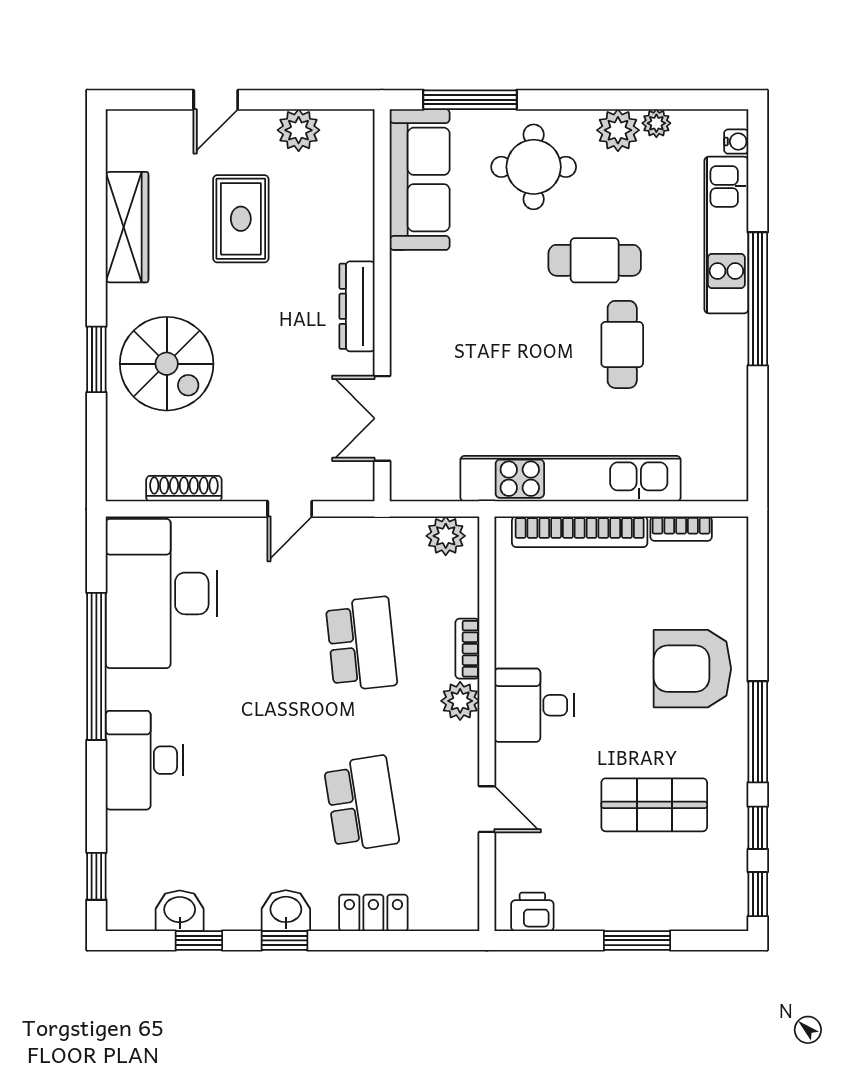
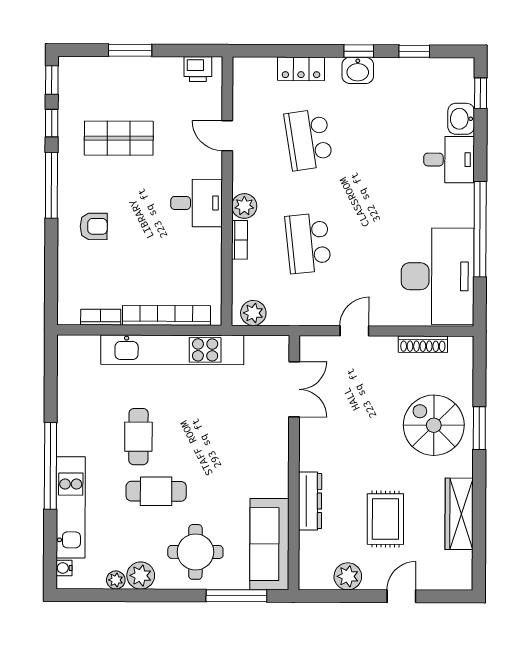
dresser: (357, 306) -> (310, 501), moved
armchair: (692, 669) -> (94, 226), width x0.53, depth x0.53
desk: (144, 760) -> (449, 160), width x0.73
washbasin: (180, 911) -> (461, 119), moved, turned 90

